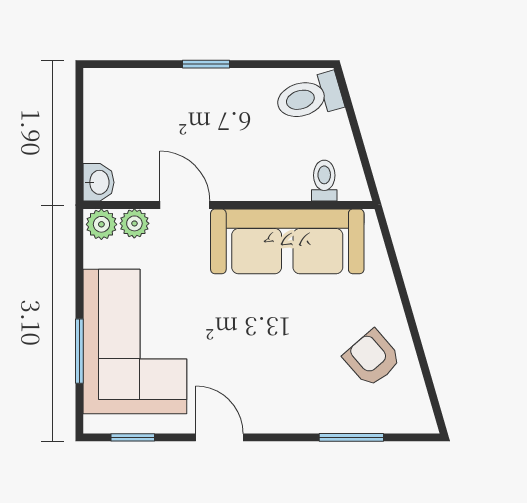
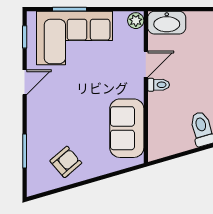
toilet: (324, 181) -> (159, 85), moved
washbasin: (98, 182) -> (167, 23), width x1.91, depth x1.45
plant: (134, 223) -> (136, 38), removed
sofa: (287, 241) -> (127, 128), width x0.73

